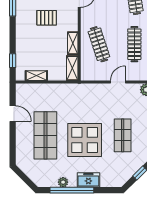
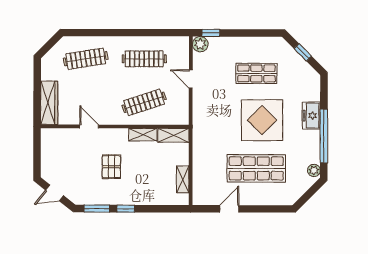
window: (13, 61) -> (126, 209), moved
plant: (63, 182) -> (314, 170), moved

